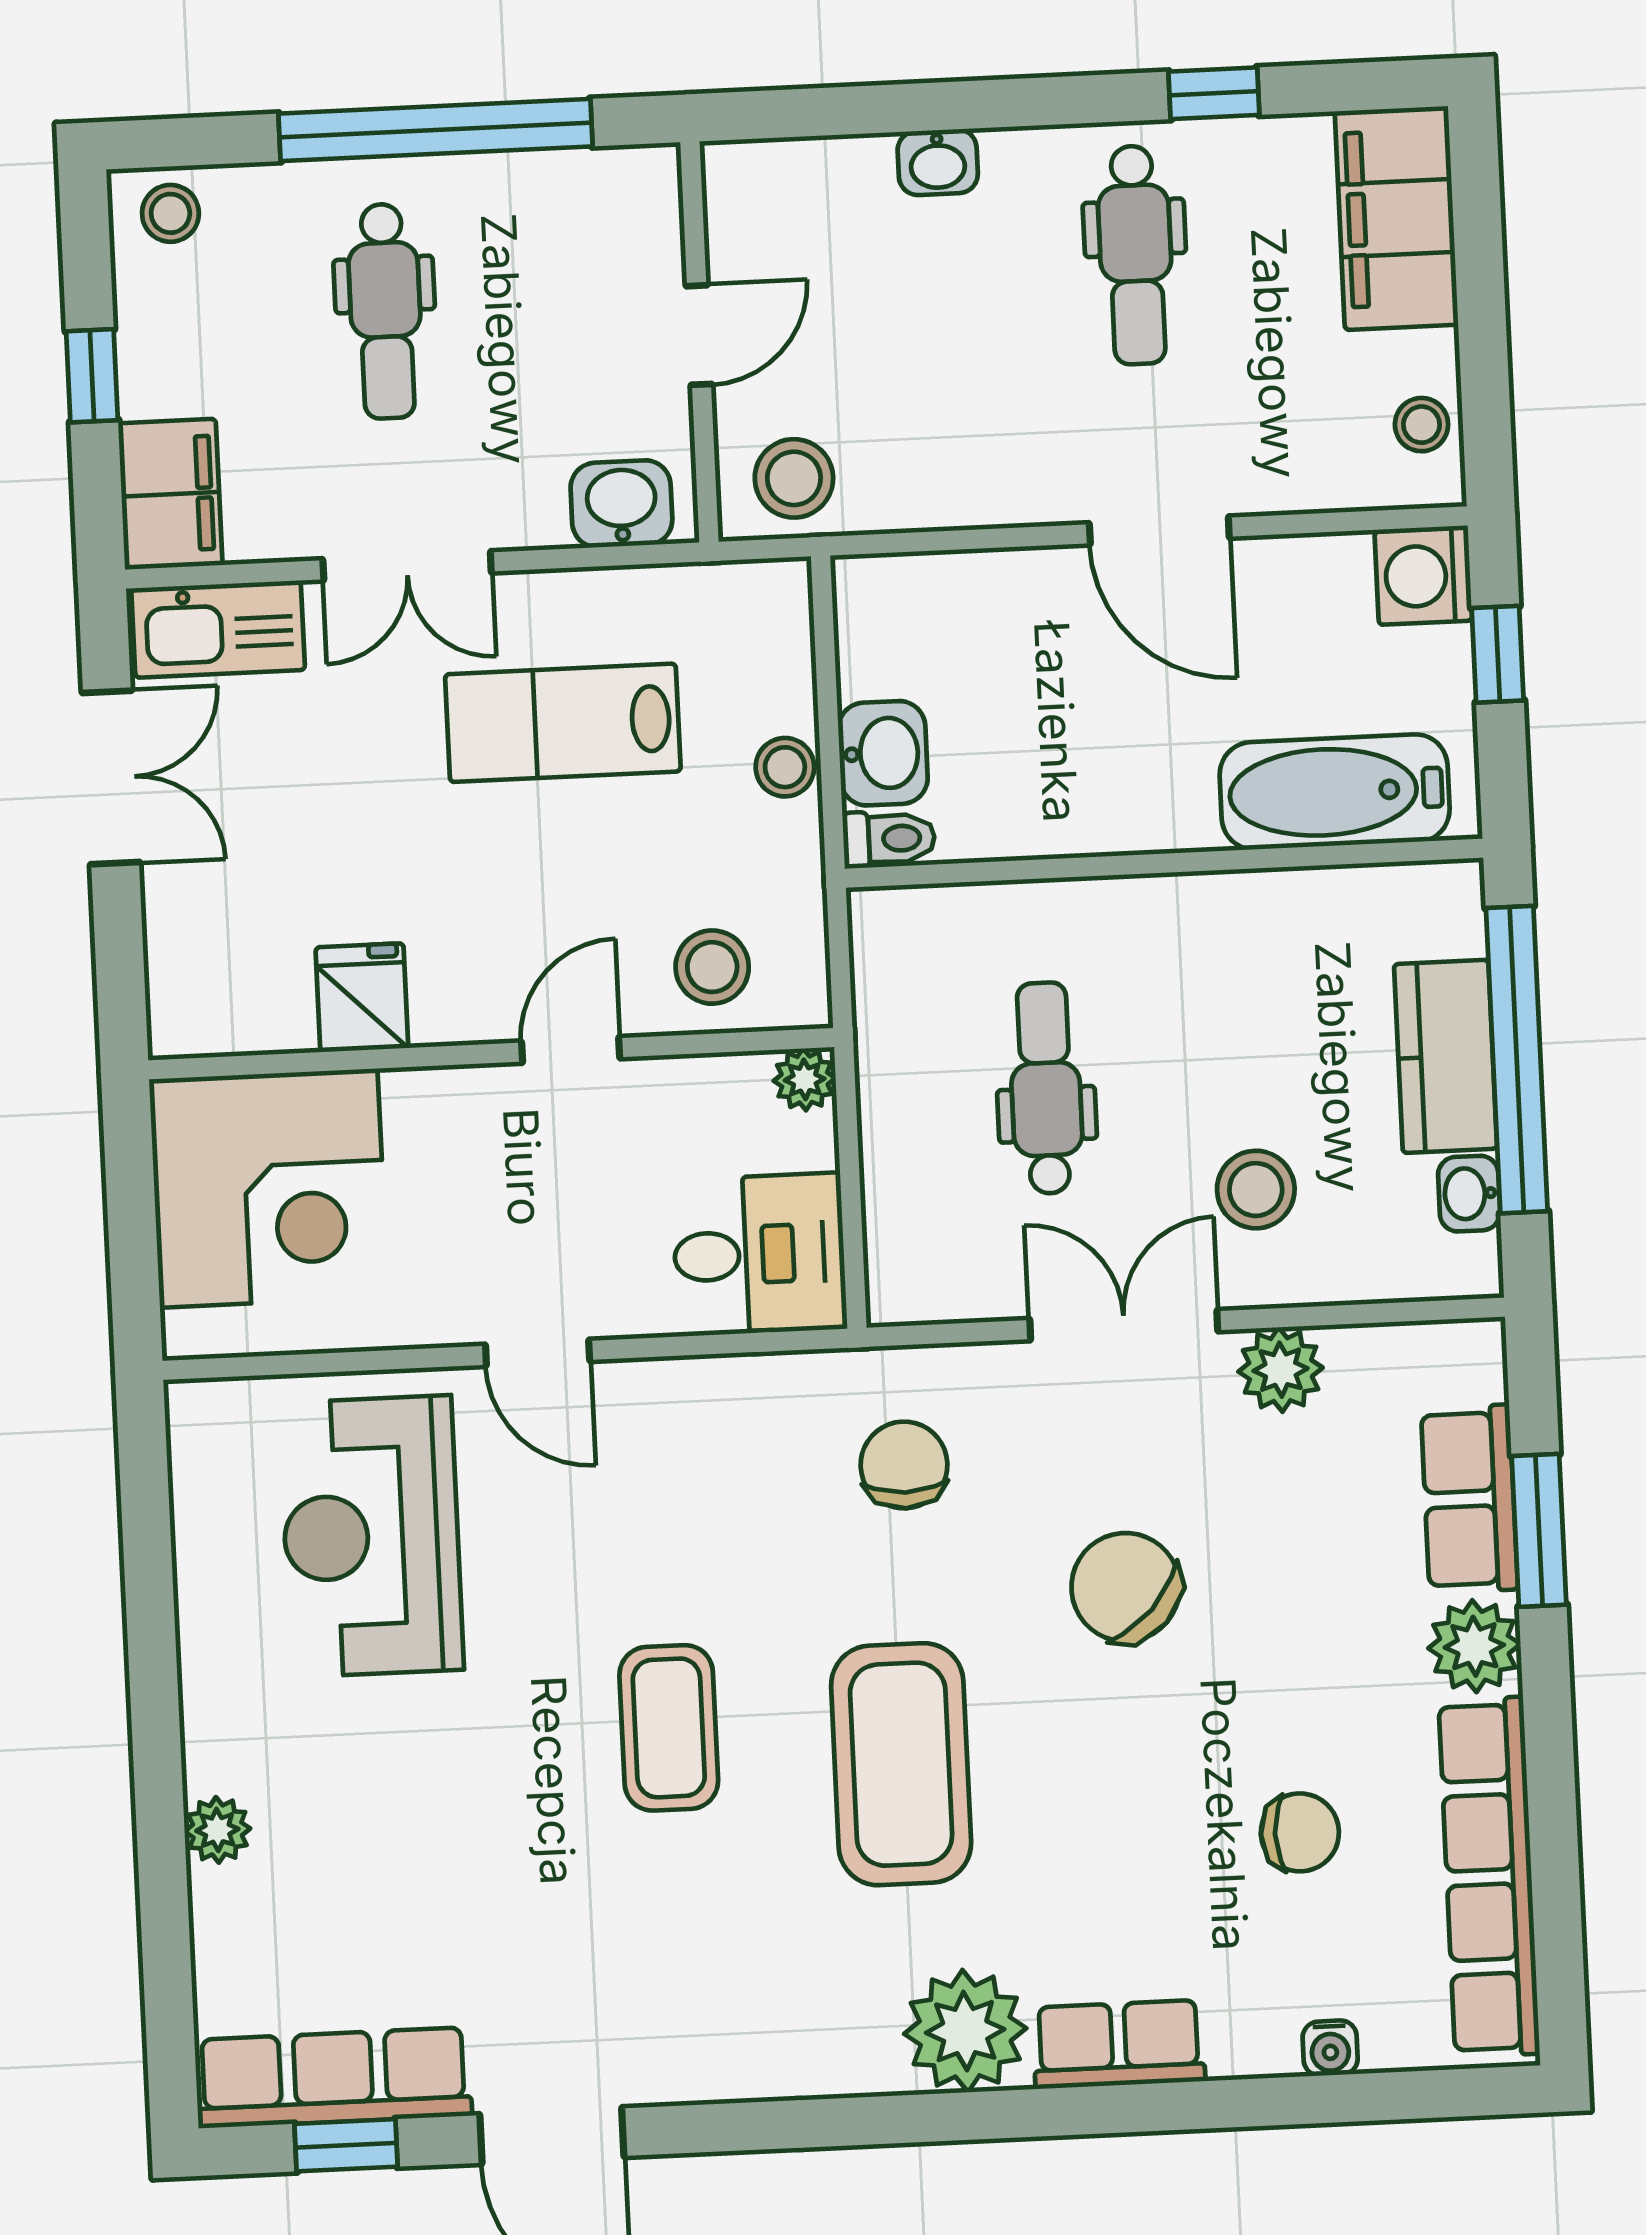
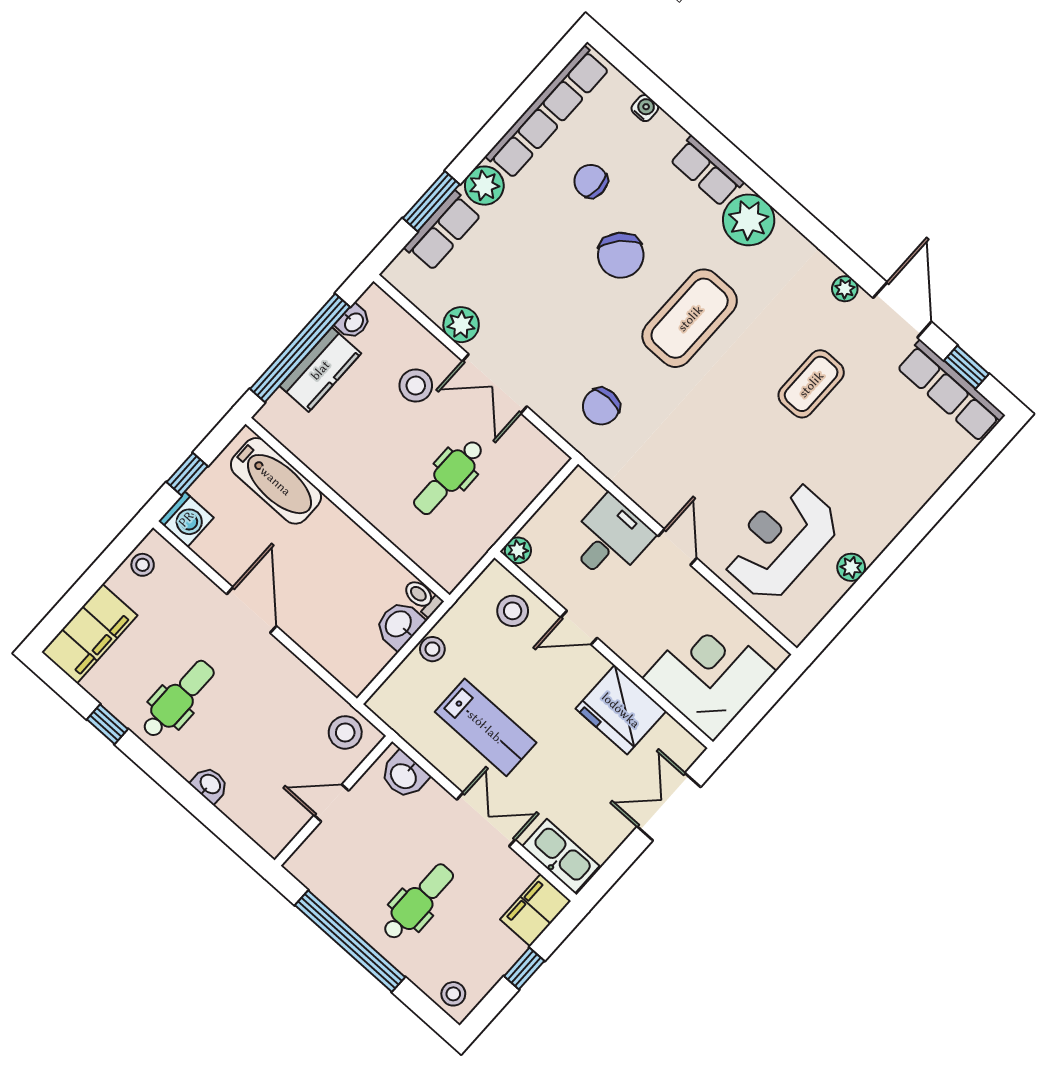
double door: (111, 778) -> (669, 807), moved
fridge: (362, 998) -> (621, 710), width x1.88, depth x1.34
desk: (759, 1254) -> (610, 539), moved, turned 90
reception desk: (371, 1536) -> (781, 541), turned 180
chair: (1126, 1587) -> (621, 255), moved
coffee table: (669, 1728) -> (811, 384), moved
plant: (217, 1830) -> (851, 567), moved
plant: (685, 2075) -> (845, 289), added

